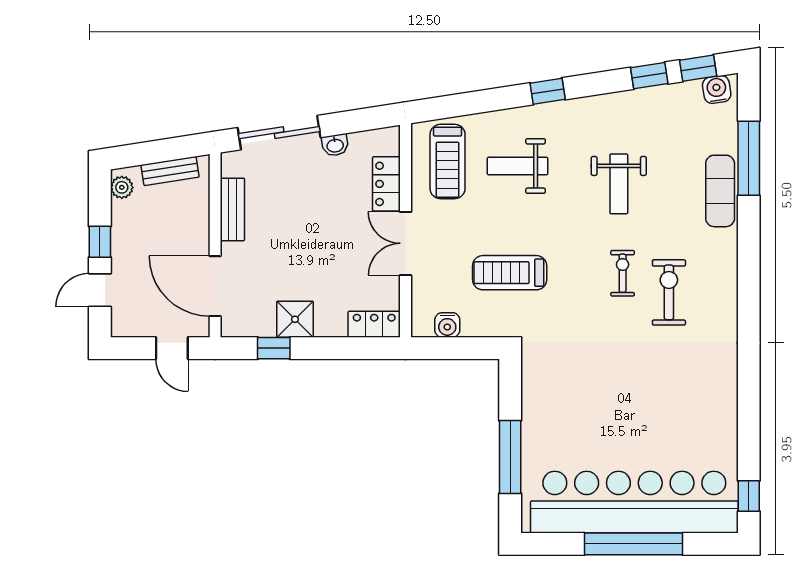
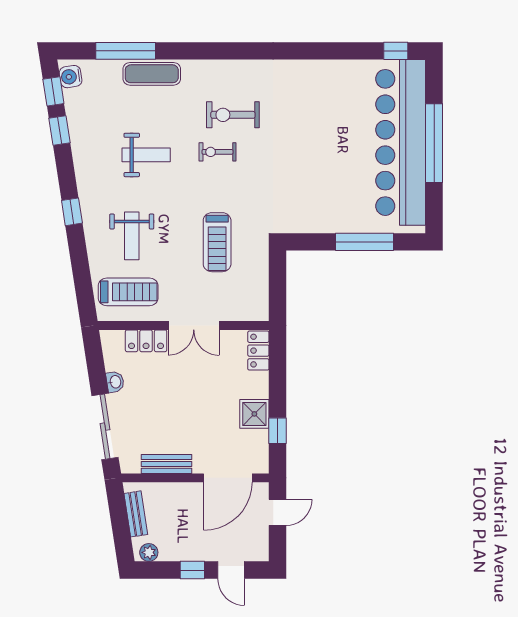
water cooler: (447, 325) -> (259, 292), removed

